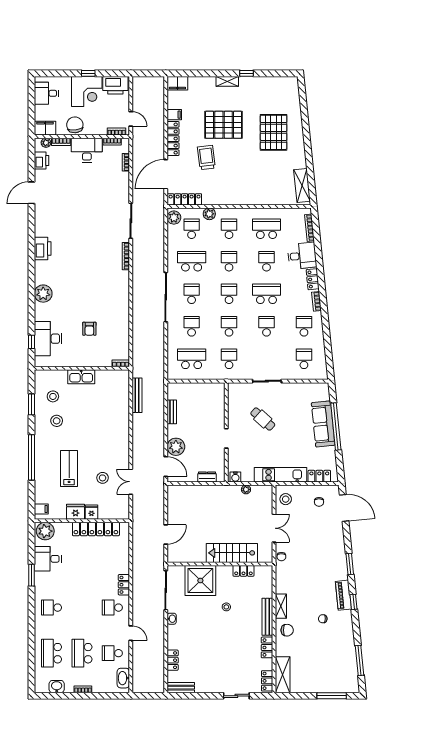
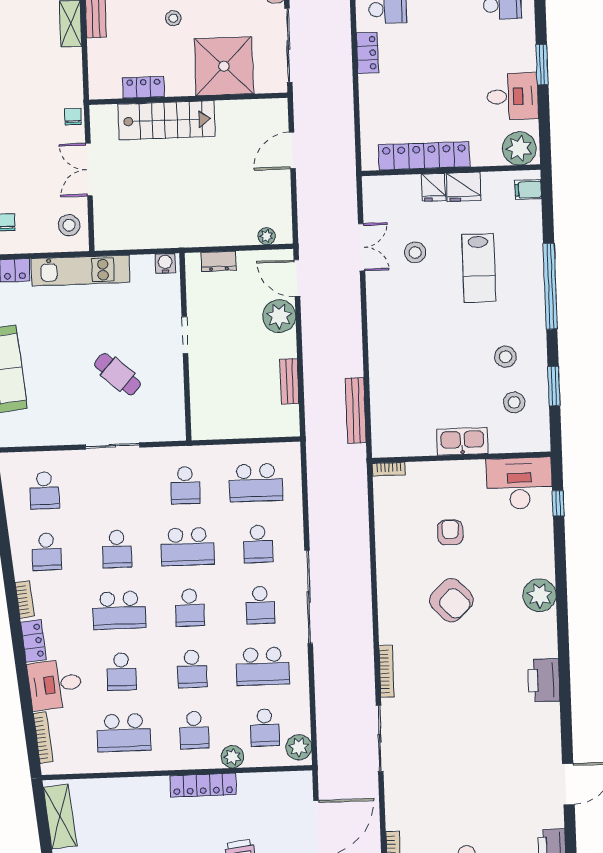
locker: (185, 199) -> (203, 785), moved
armchair: (90, 293) -> (451, 600), added
school desk: (229, 326) -> (188, 546), width x1.85
desk: (48, 339) -> (519, 483), moved, turned -90
plant: (246, 489) -> (266, 236), moved

